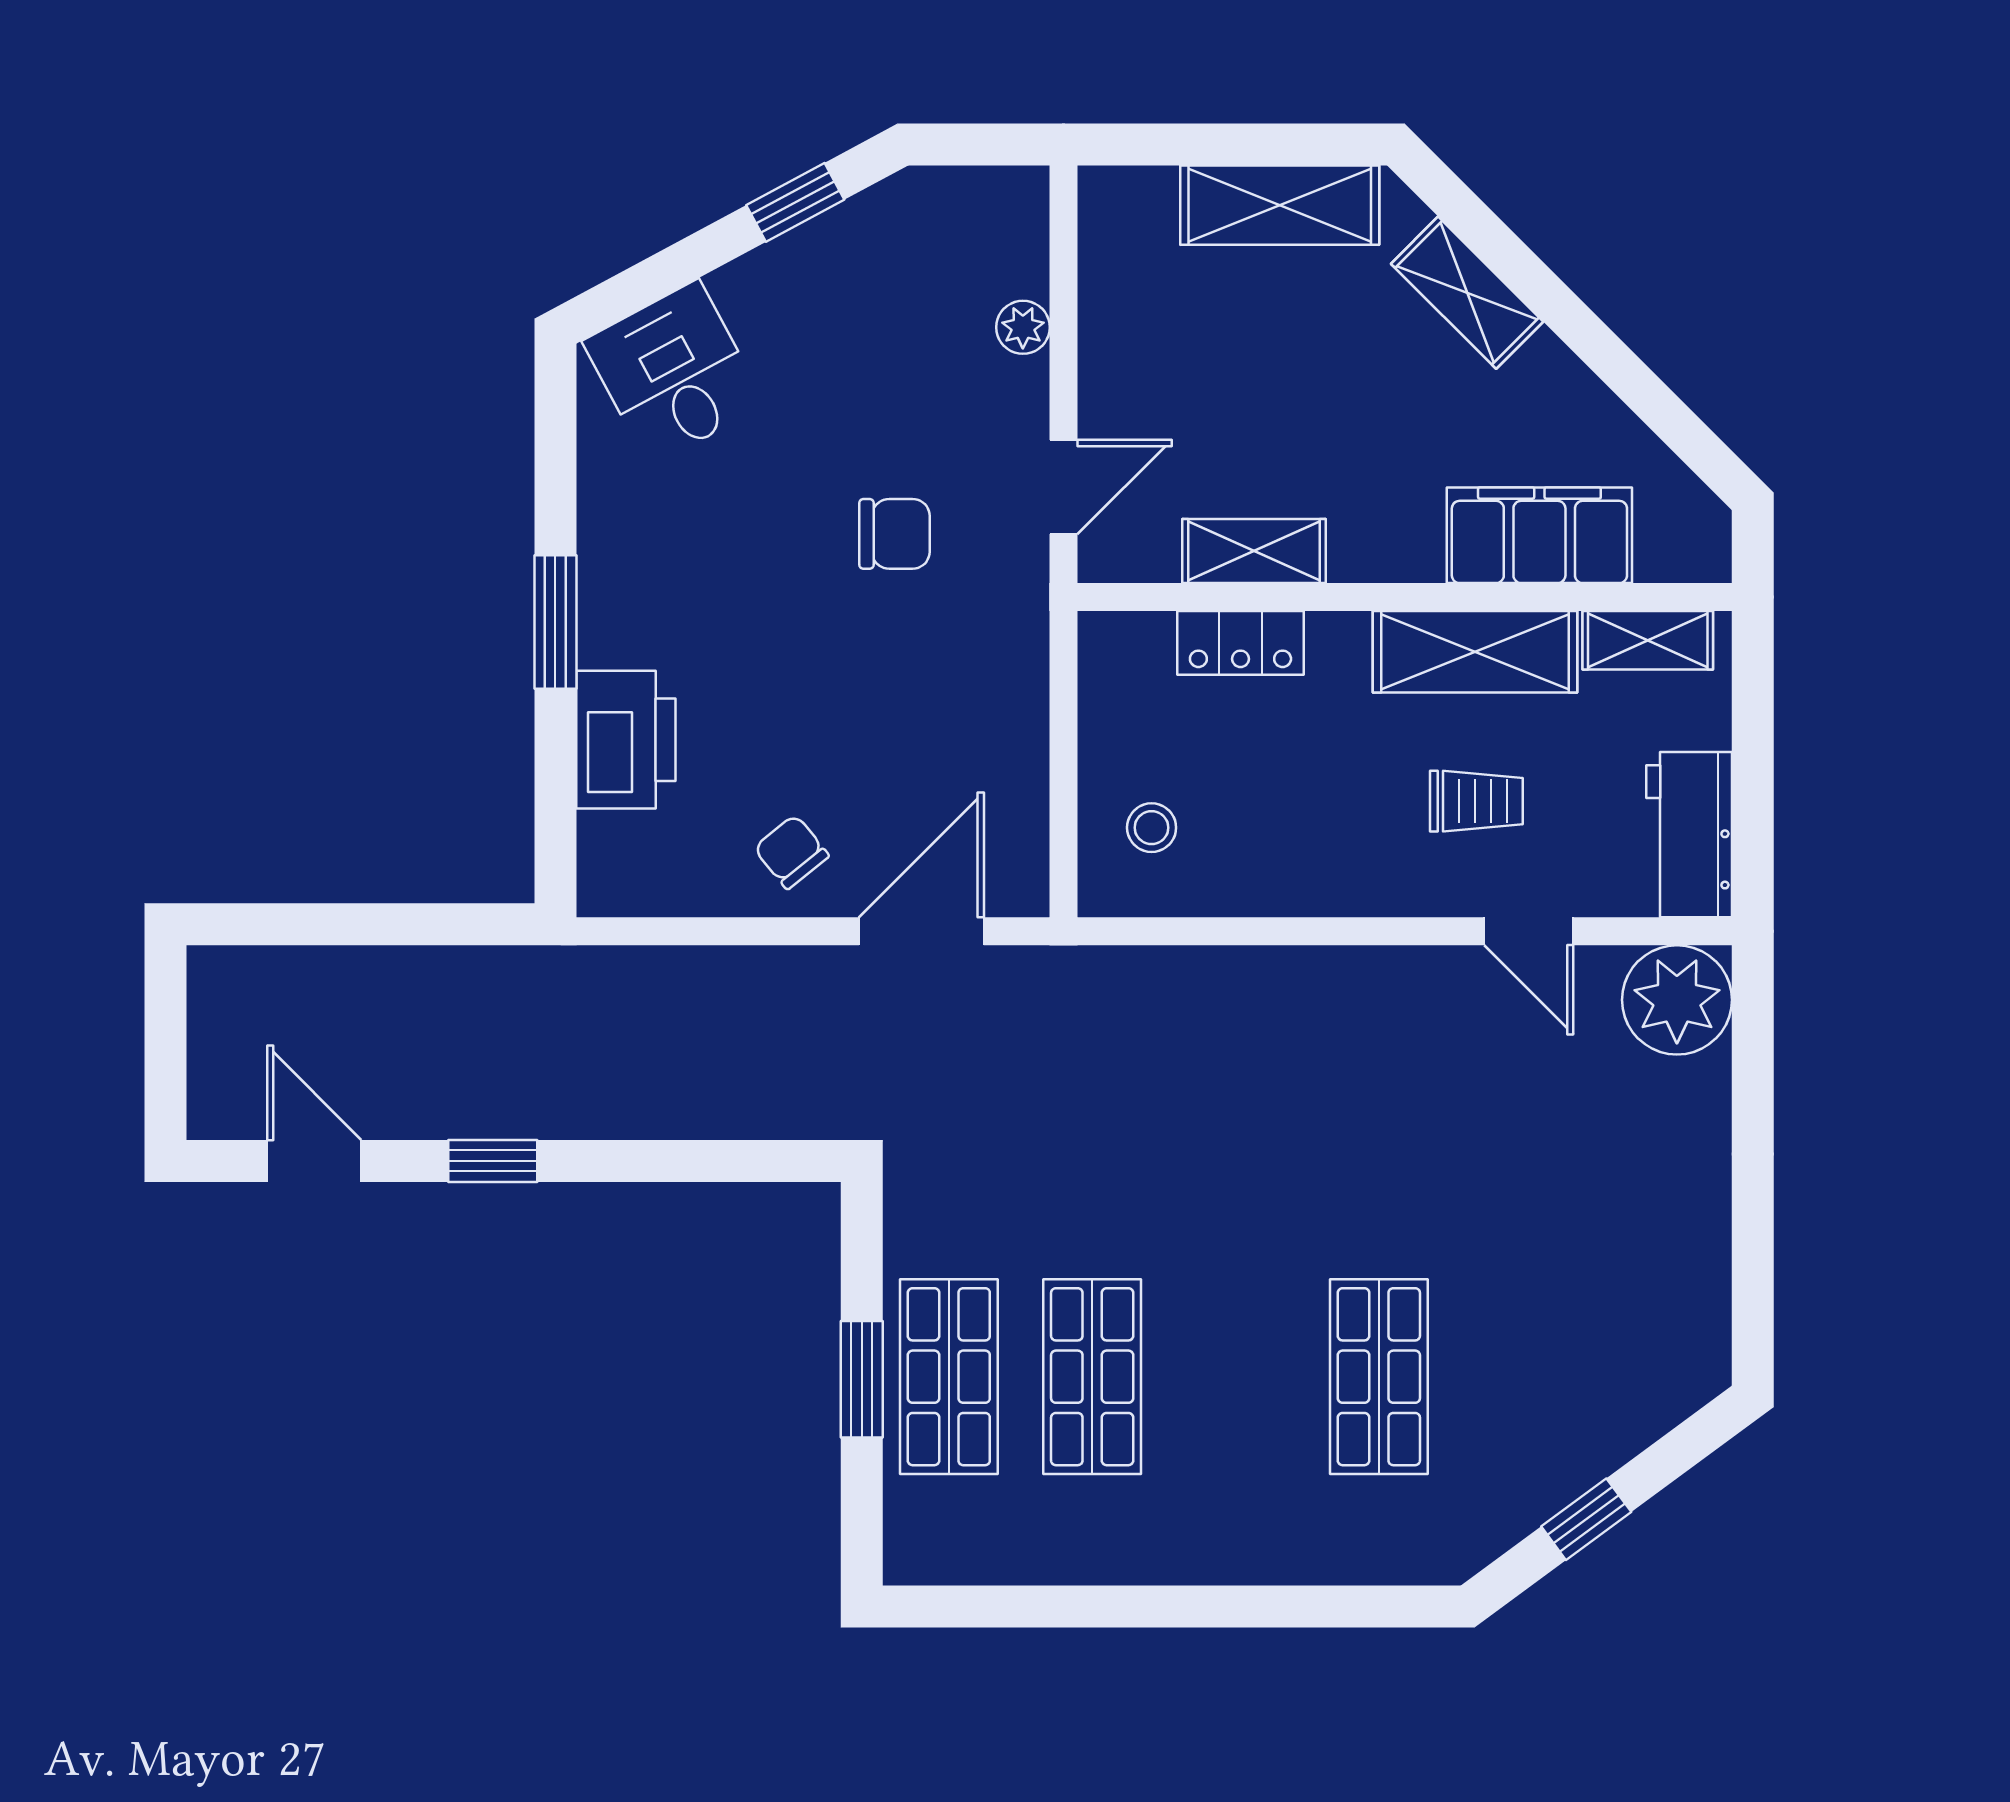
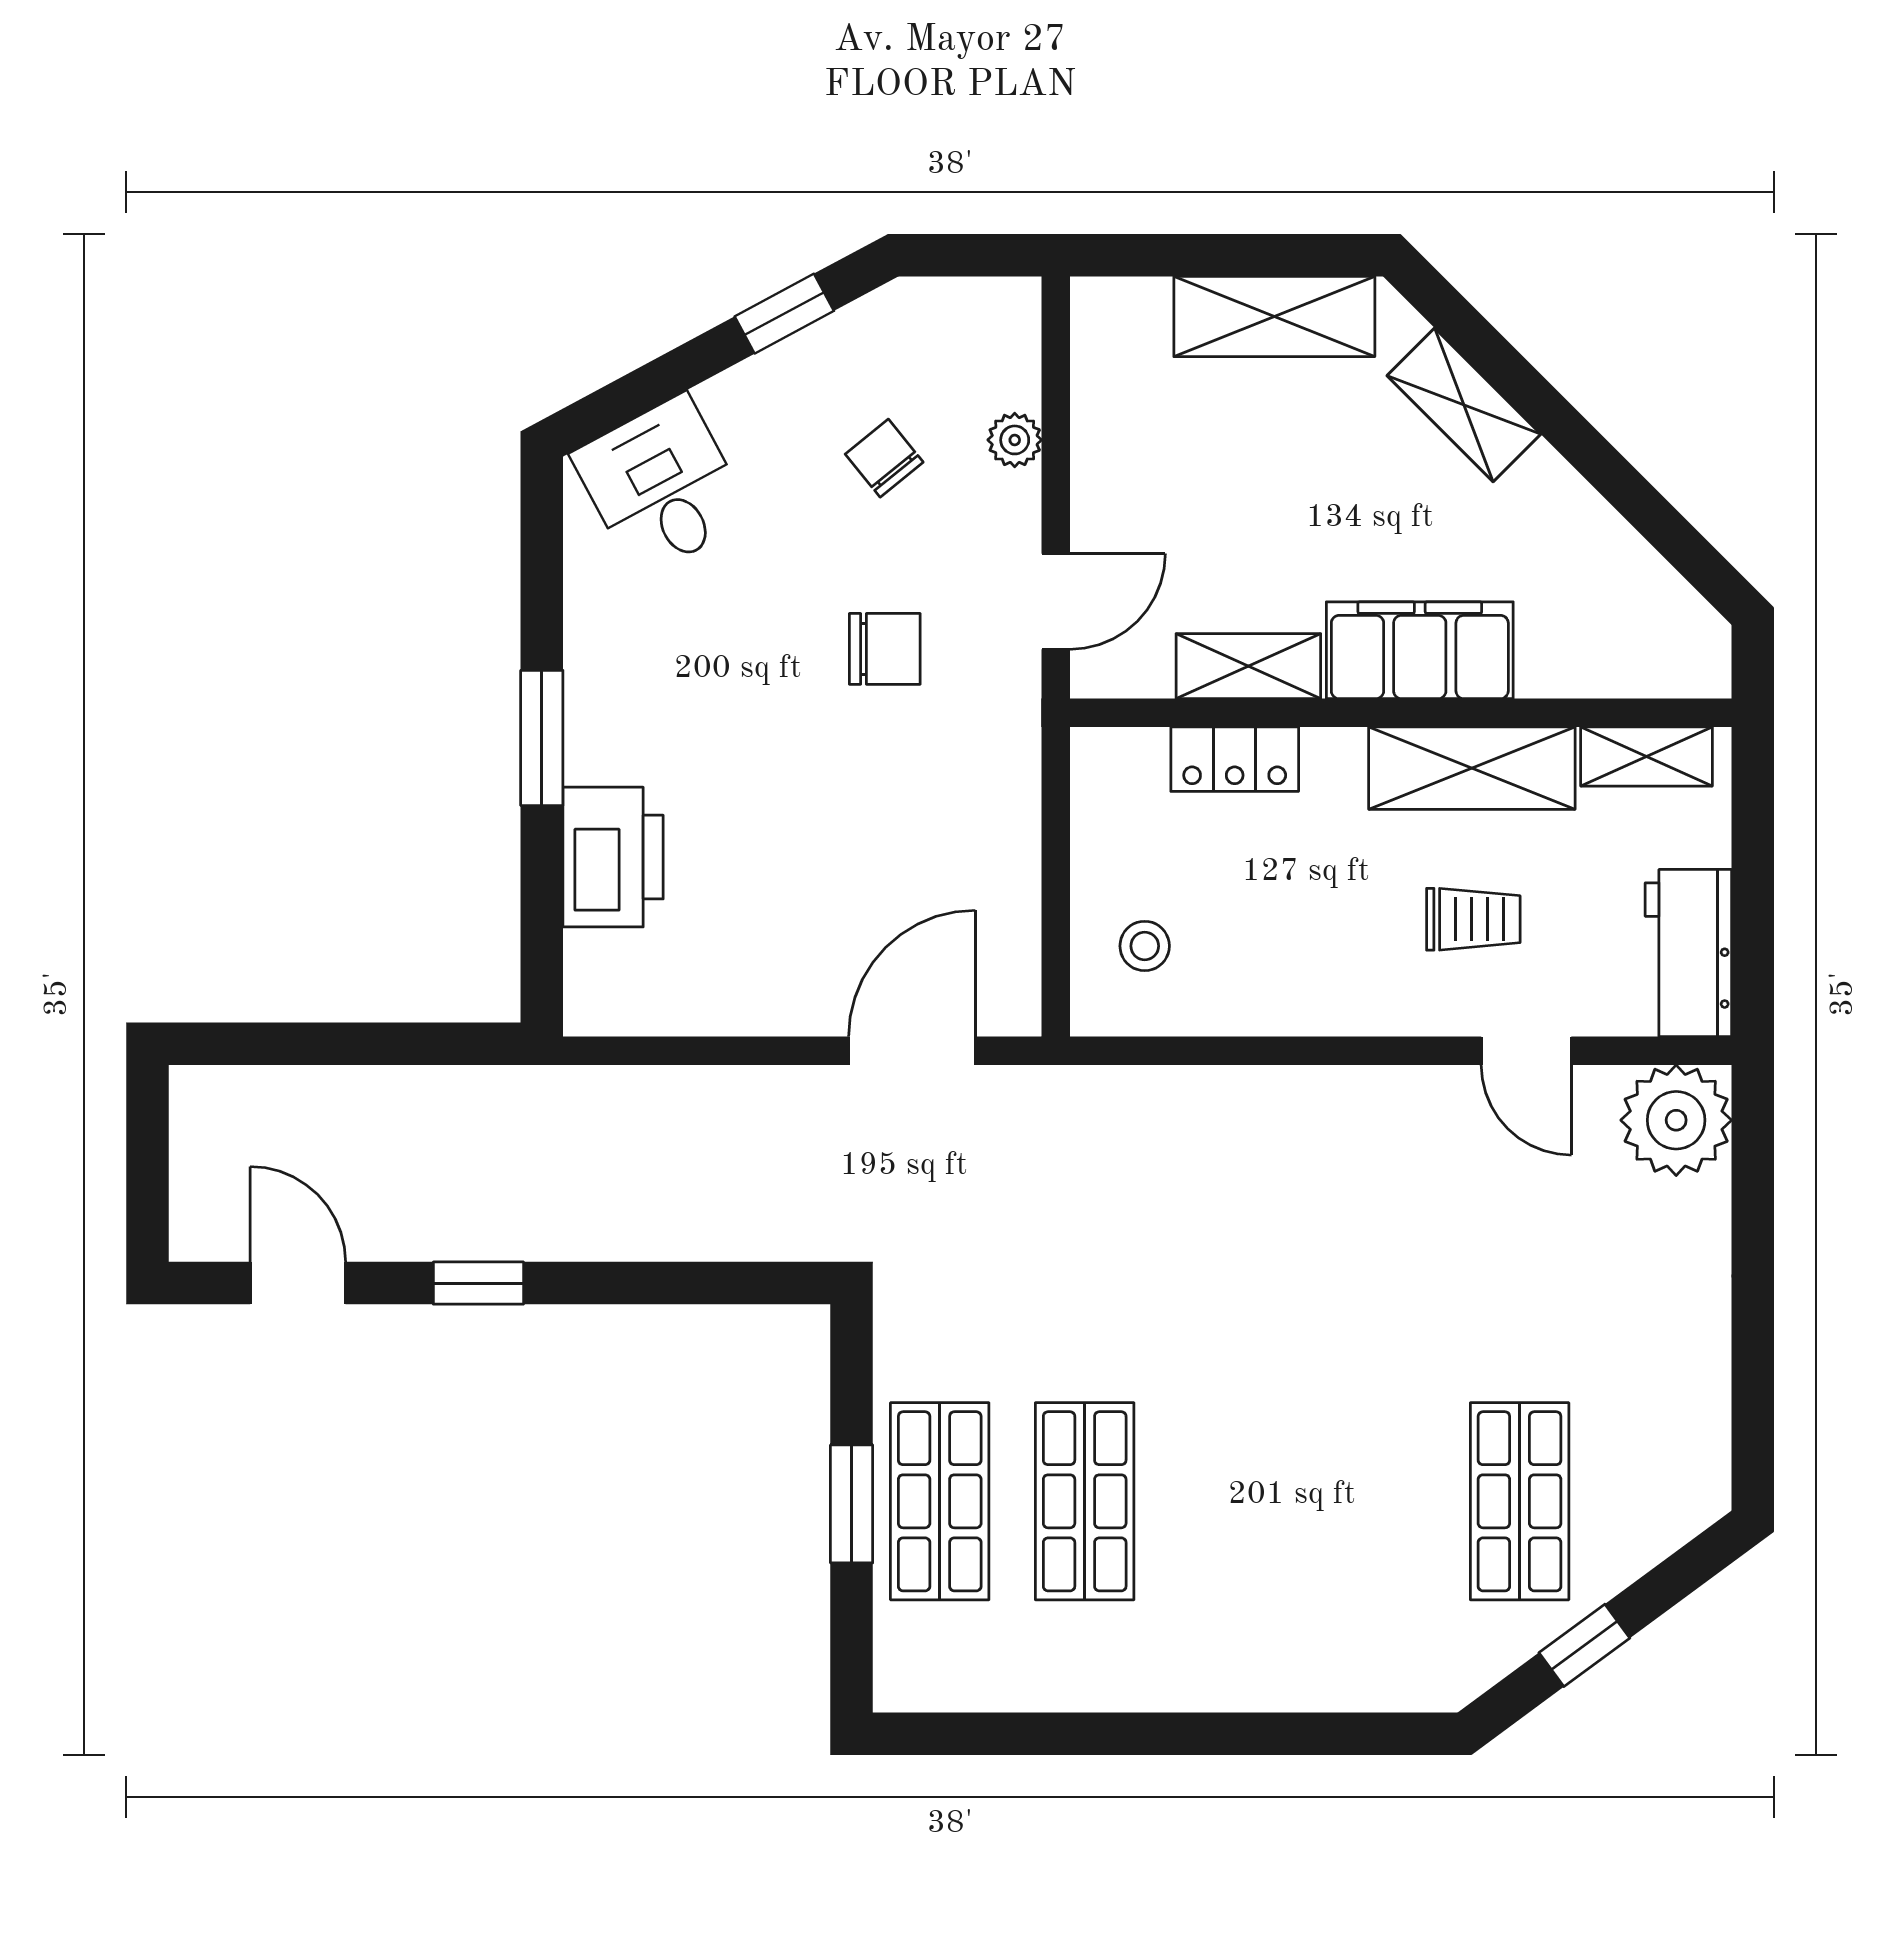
filing cabinet: (1539, 535) -> (1420, 650), moved
chair: (791, 852) -> (884, 458), moved
shop shelf: (1379, 1377) -> (1520, 1501), moved

